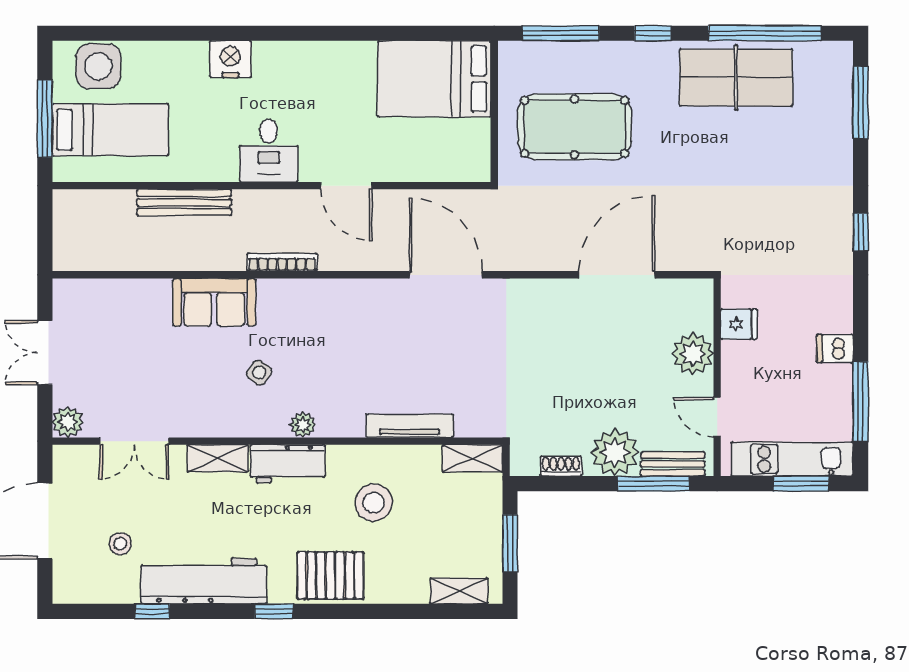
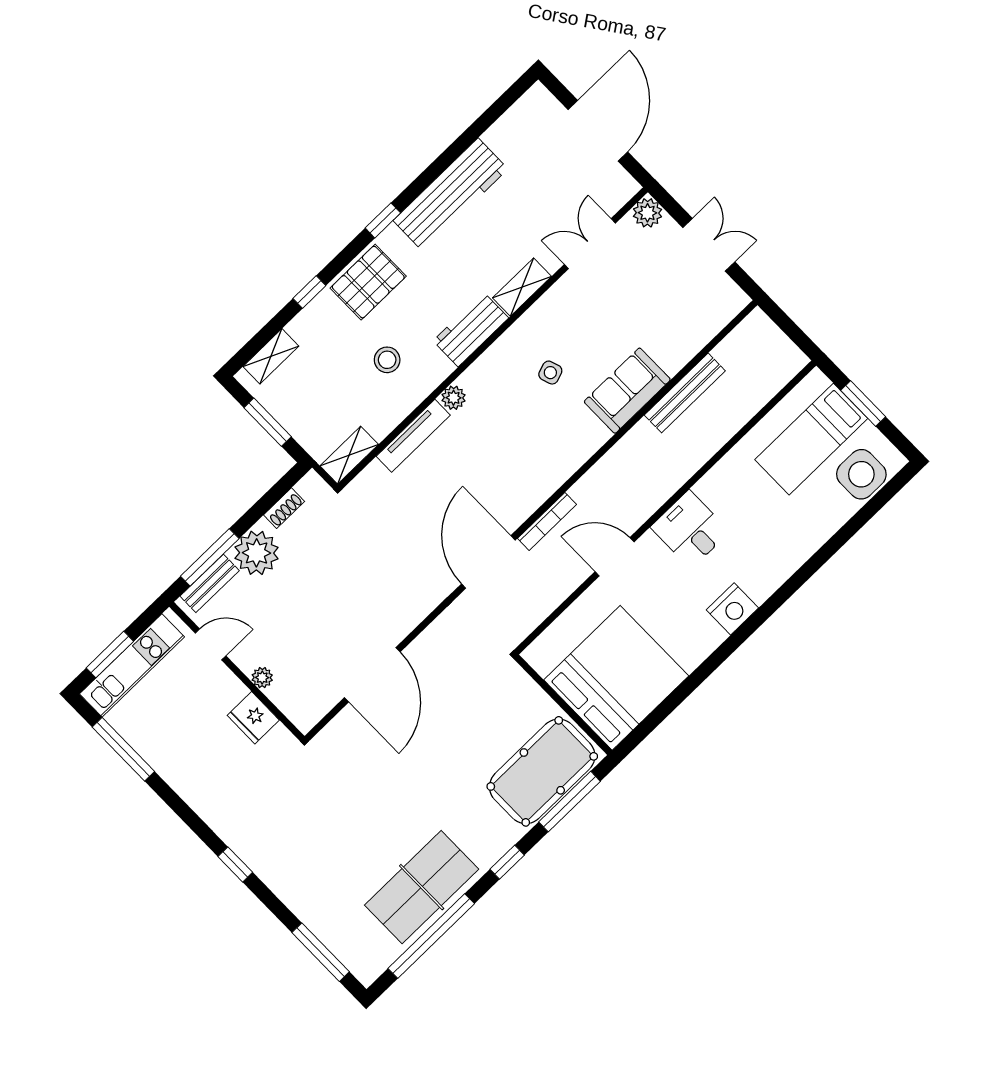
nightstand: (230, 59) -> (732, 609), moved
bed: (434, 79) -> (616, 678), width x1.36
window: (45, 119) -> (863, 403), width x0.69
pool table: (575, 127) -> (542, 771), moved
bench: (184, 202) -> (685, 393), moved
bookcase: (282, 262) -> (547, 521), moved
door: (446, 275) -> (488, 562), swing flipped
fridge: (739, 324) -> (253, 718), width x1.38
dishwasher: (835, 348) -> (176, 769), removed
plant: (693, 354) -> (262, 678), width x0.53, depth x0.53
side table: (259, 373) -> (550, 373), turned 35
plant: (303, 425) -> (454, 398), moved
stool: (374, 503) -> (387, 360), width x0.73, depth x0.73
stool: (120, 544) -> (532, 165), removed
window: (152, 611) -> (309, 292), moved

